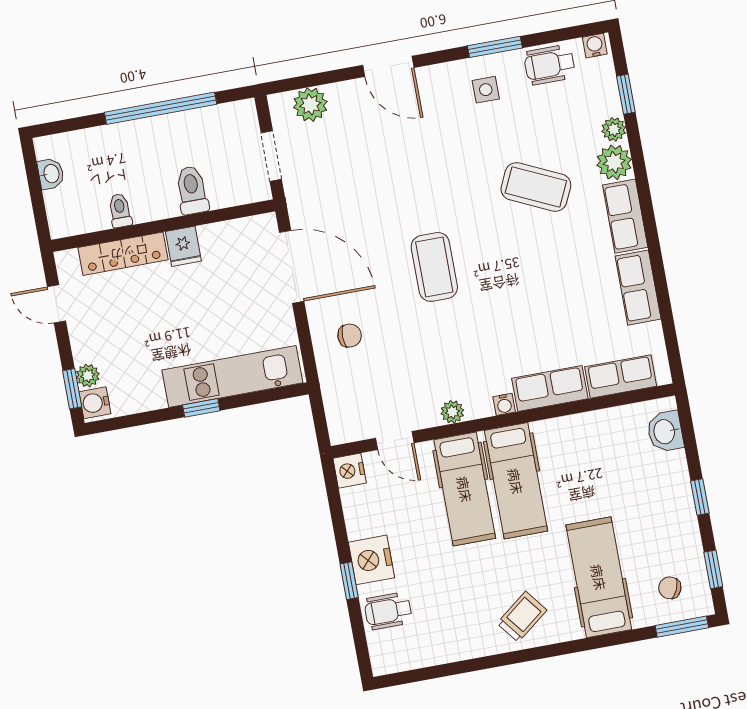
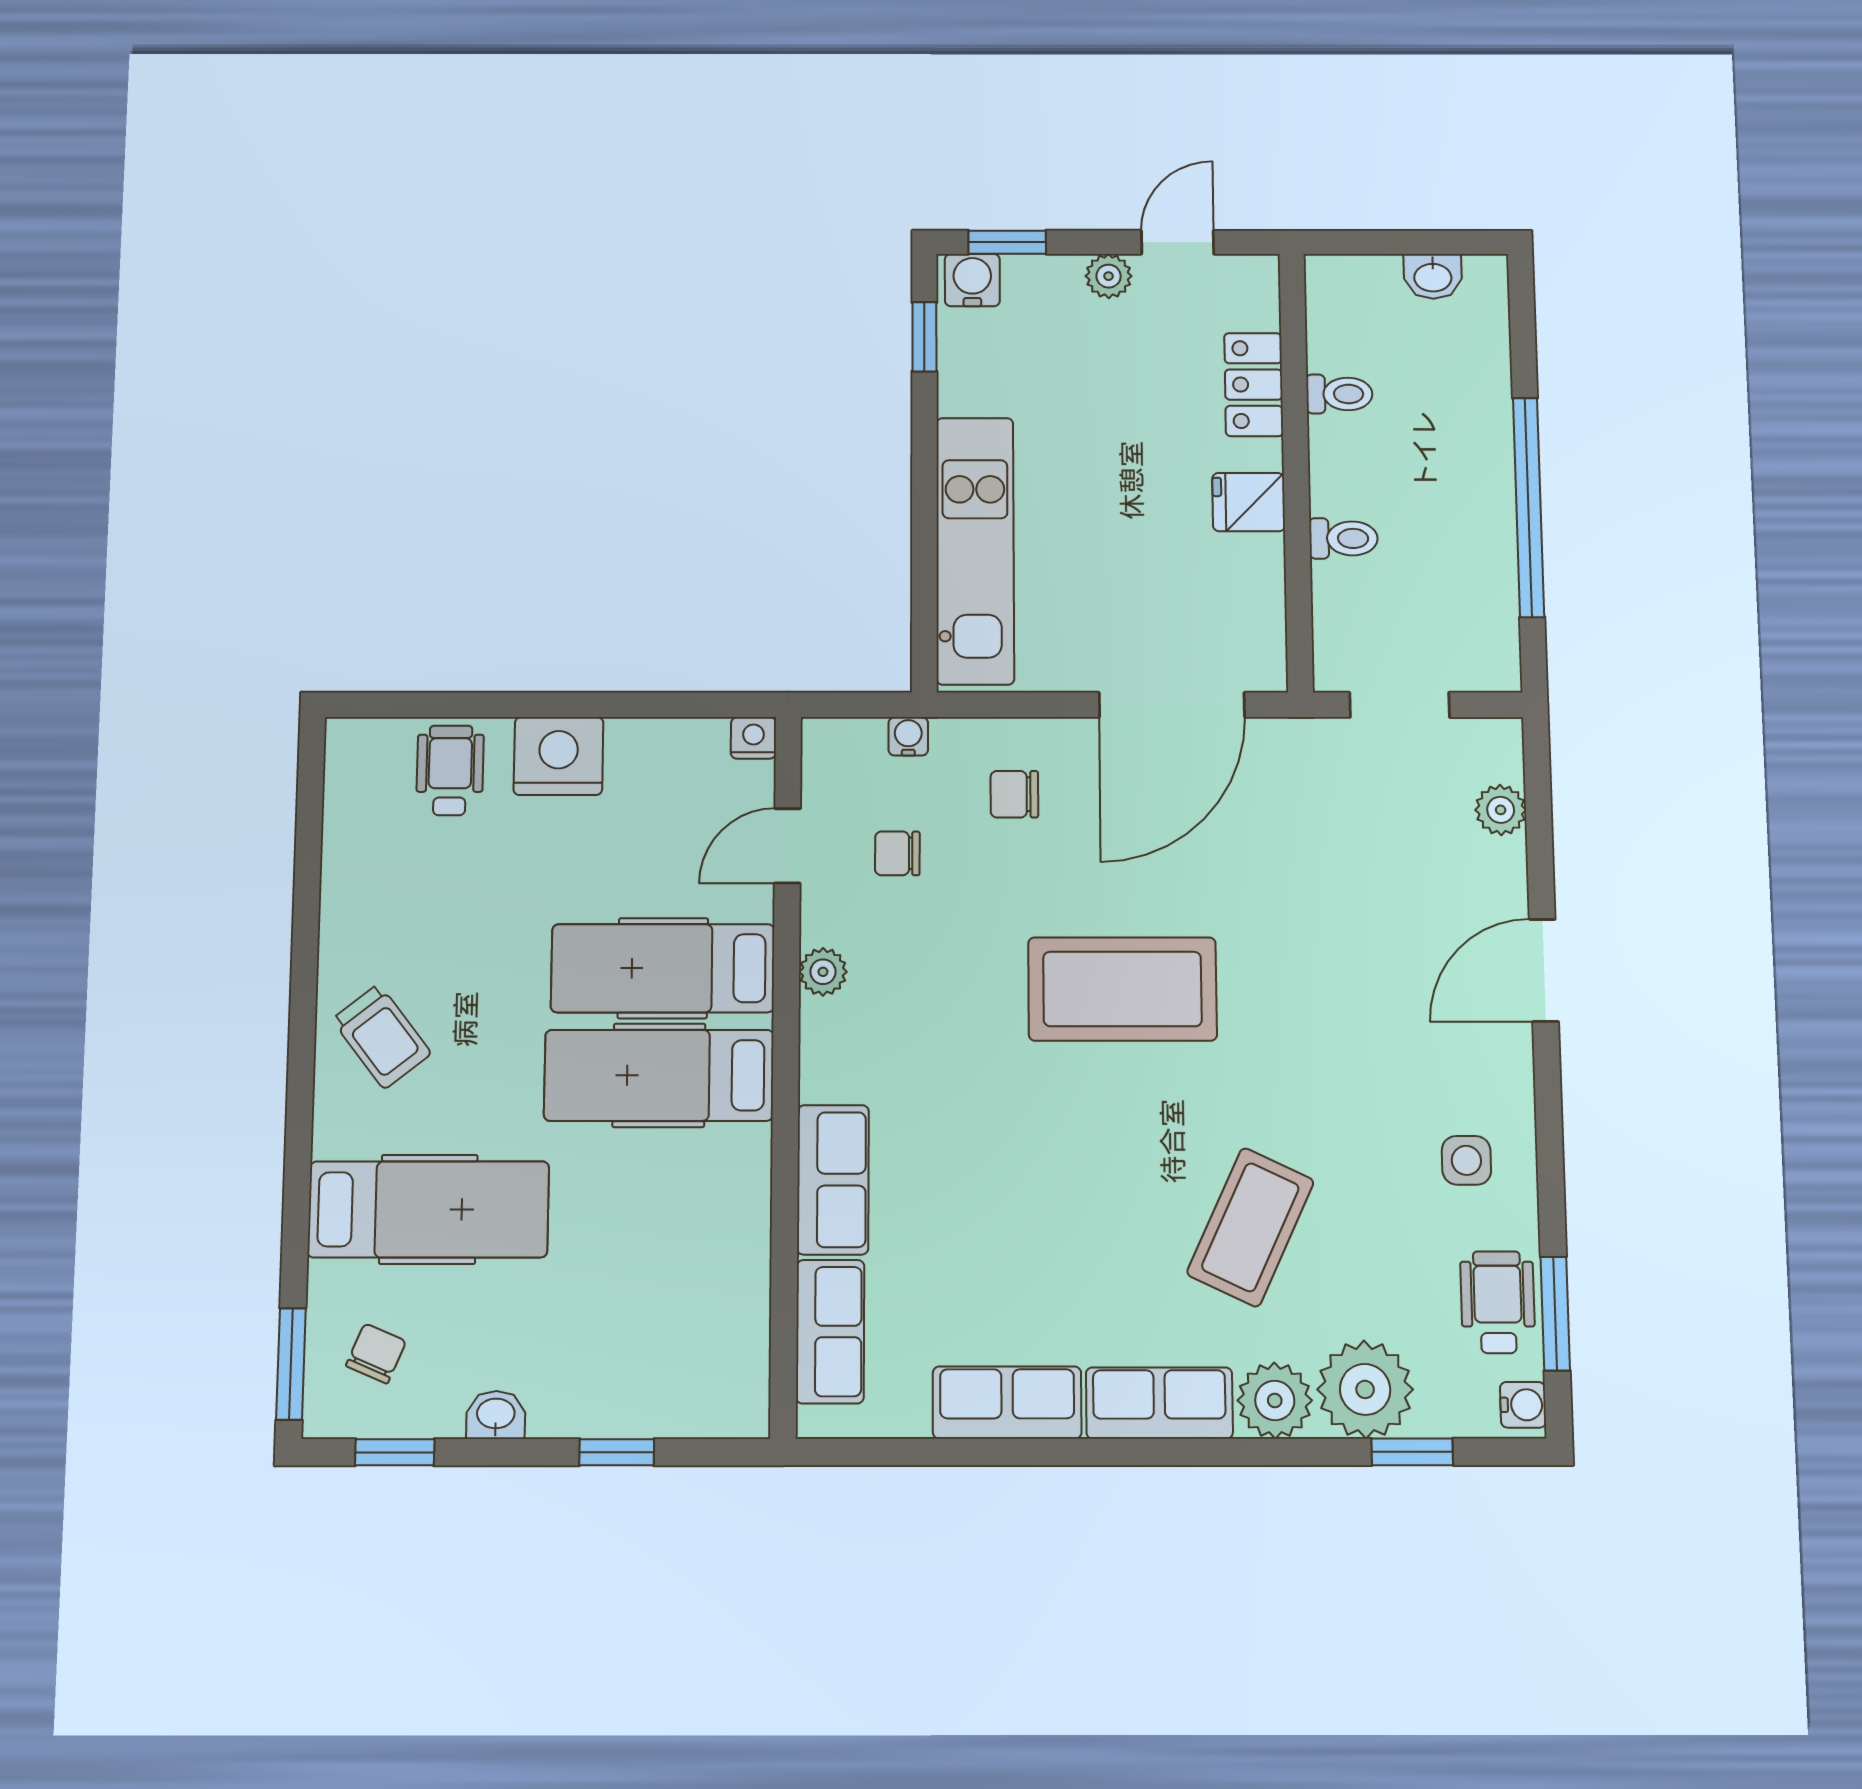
window: (495, 47) -> (1555, 1314), moved
plant: (310, 105) -> (1501, 810), width x0.73, depth x0.73
plant: (614, 129) -> (1365, 1389), width x1.88, depth x1.88
toilet: (192, 190) -> (1344, 538), width x0.73, depth x0.72
locker: (123, 254) -> (1254, 385), width x0.66
coffee table: (434, 267) -> (1122, 989), width x1.36, depth x1.32
chair: (350, 336) -> (1014, 794), turned 90
plant: (88, 376) -> (1109, 276), moved
chair: (389, 387) -> (897, 853), added
water cooler: (504, 404) -> (908, 736), moved, turned 90
window: (201, 408) -> (924, 337), moved
washbasin: (665, 432) -> (496, 1415), moved, width x0.72, depth x0.69
nightstand: (350, 471) -> (753, 738), width x0.72, depth x0.74
window: (700, 497) -> (617, 1452), moved
window: (349, 581) -> (526, 705), removed

